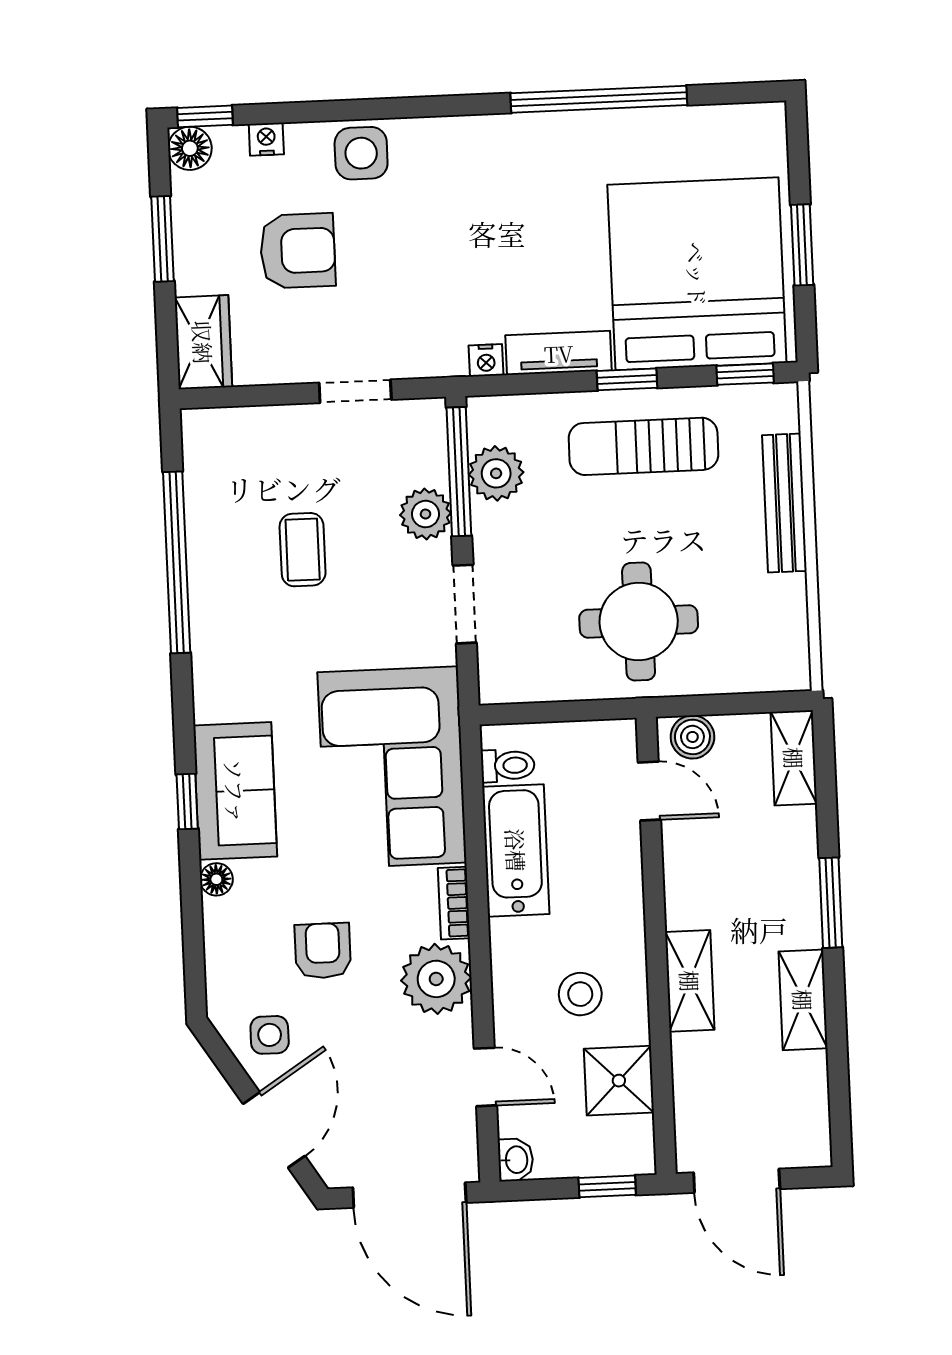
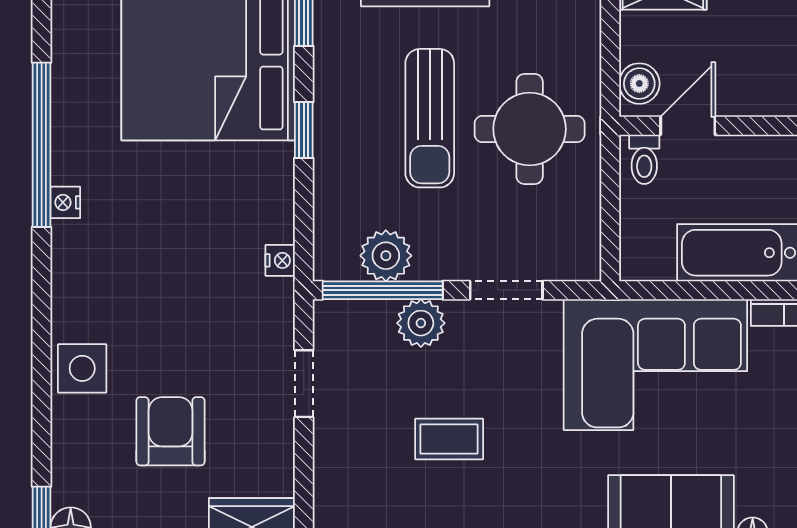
nightstand: (266, 139) -> (65, 202), moved
tv unit: (559, 353) -> (276, 193), removed
sun lounger: (643, 446) -> (430, 118), moved
toilet: (508, 766) -> (644, 159), moved, turned 180

